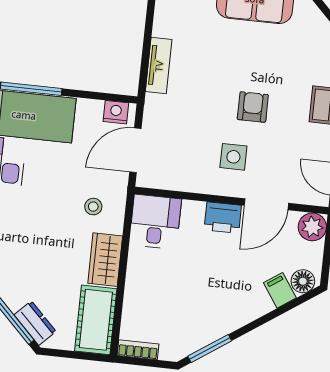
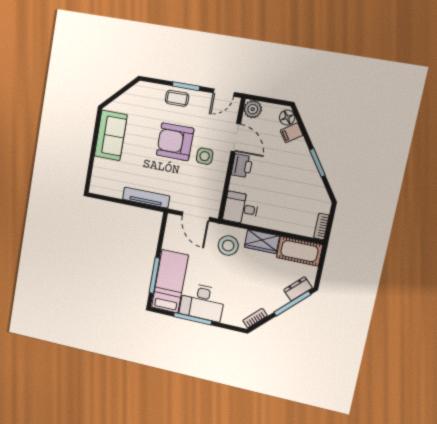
tv unit: (159, 66) -> (146, 198), width x1.41
armchair: (253, 107) -> (175, 142), width x1.88, depth x1.88
nightstand: (116, 112) -> (172, 226), removed
stool: (93, 207) -> (228, 246), width x1.89, depth x1.89
window: (210, 349) -> (317, 163), moved

